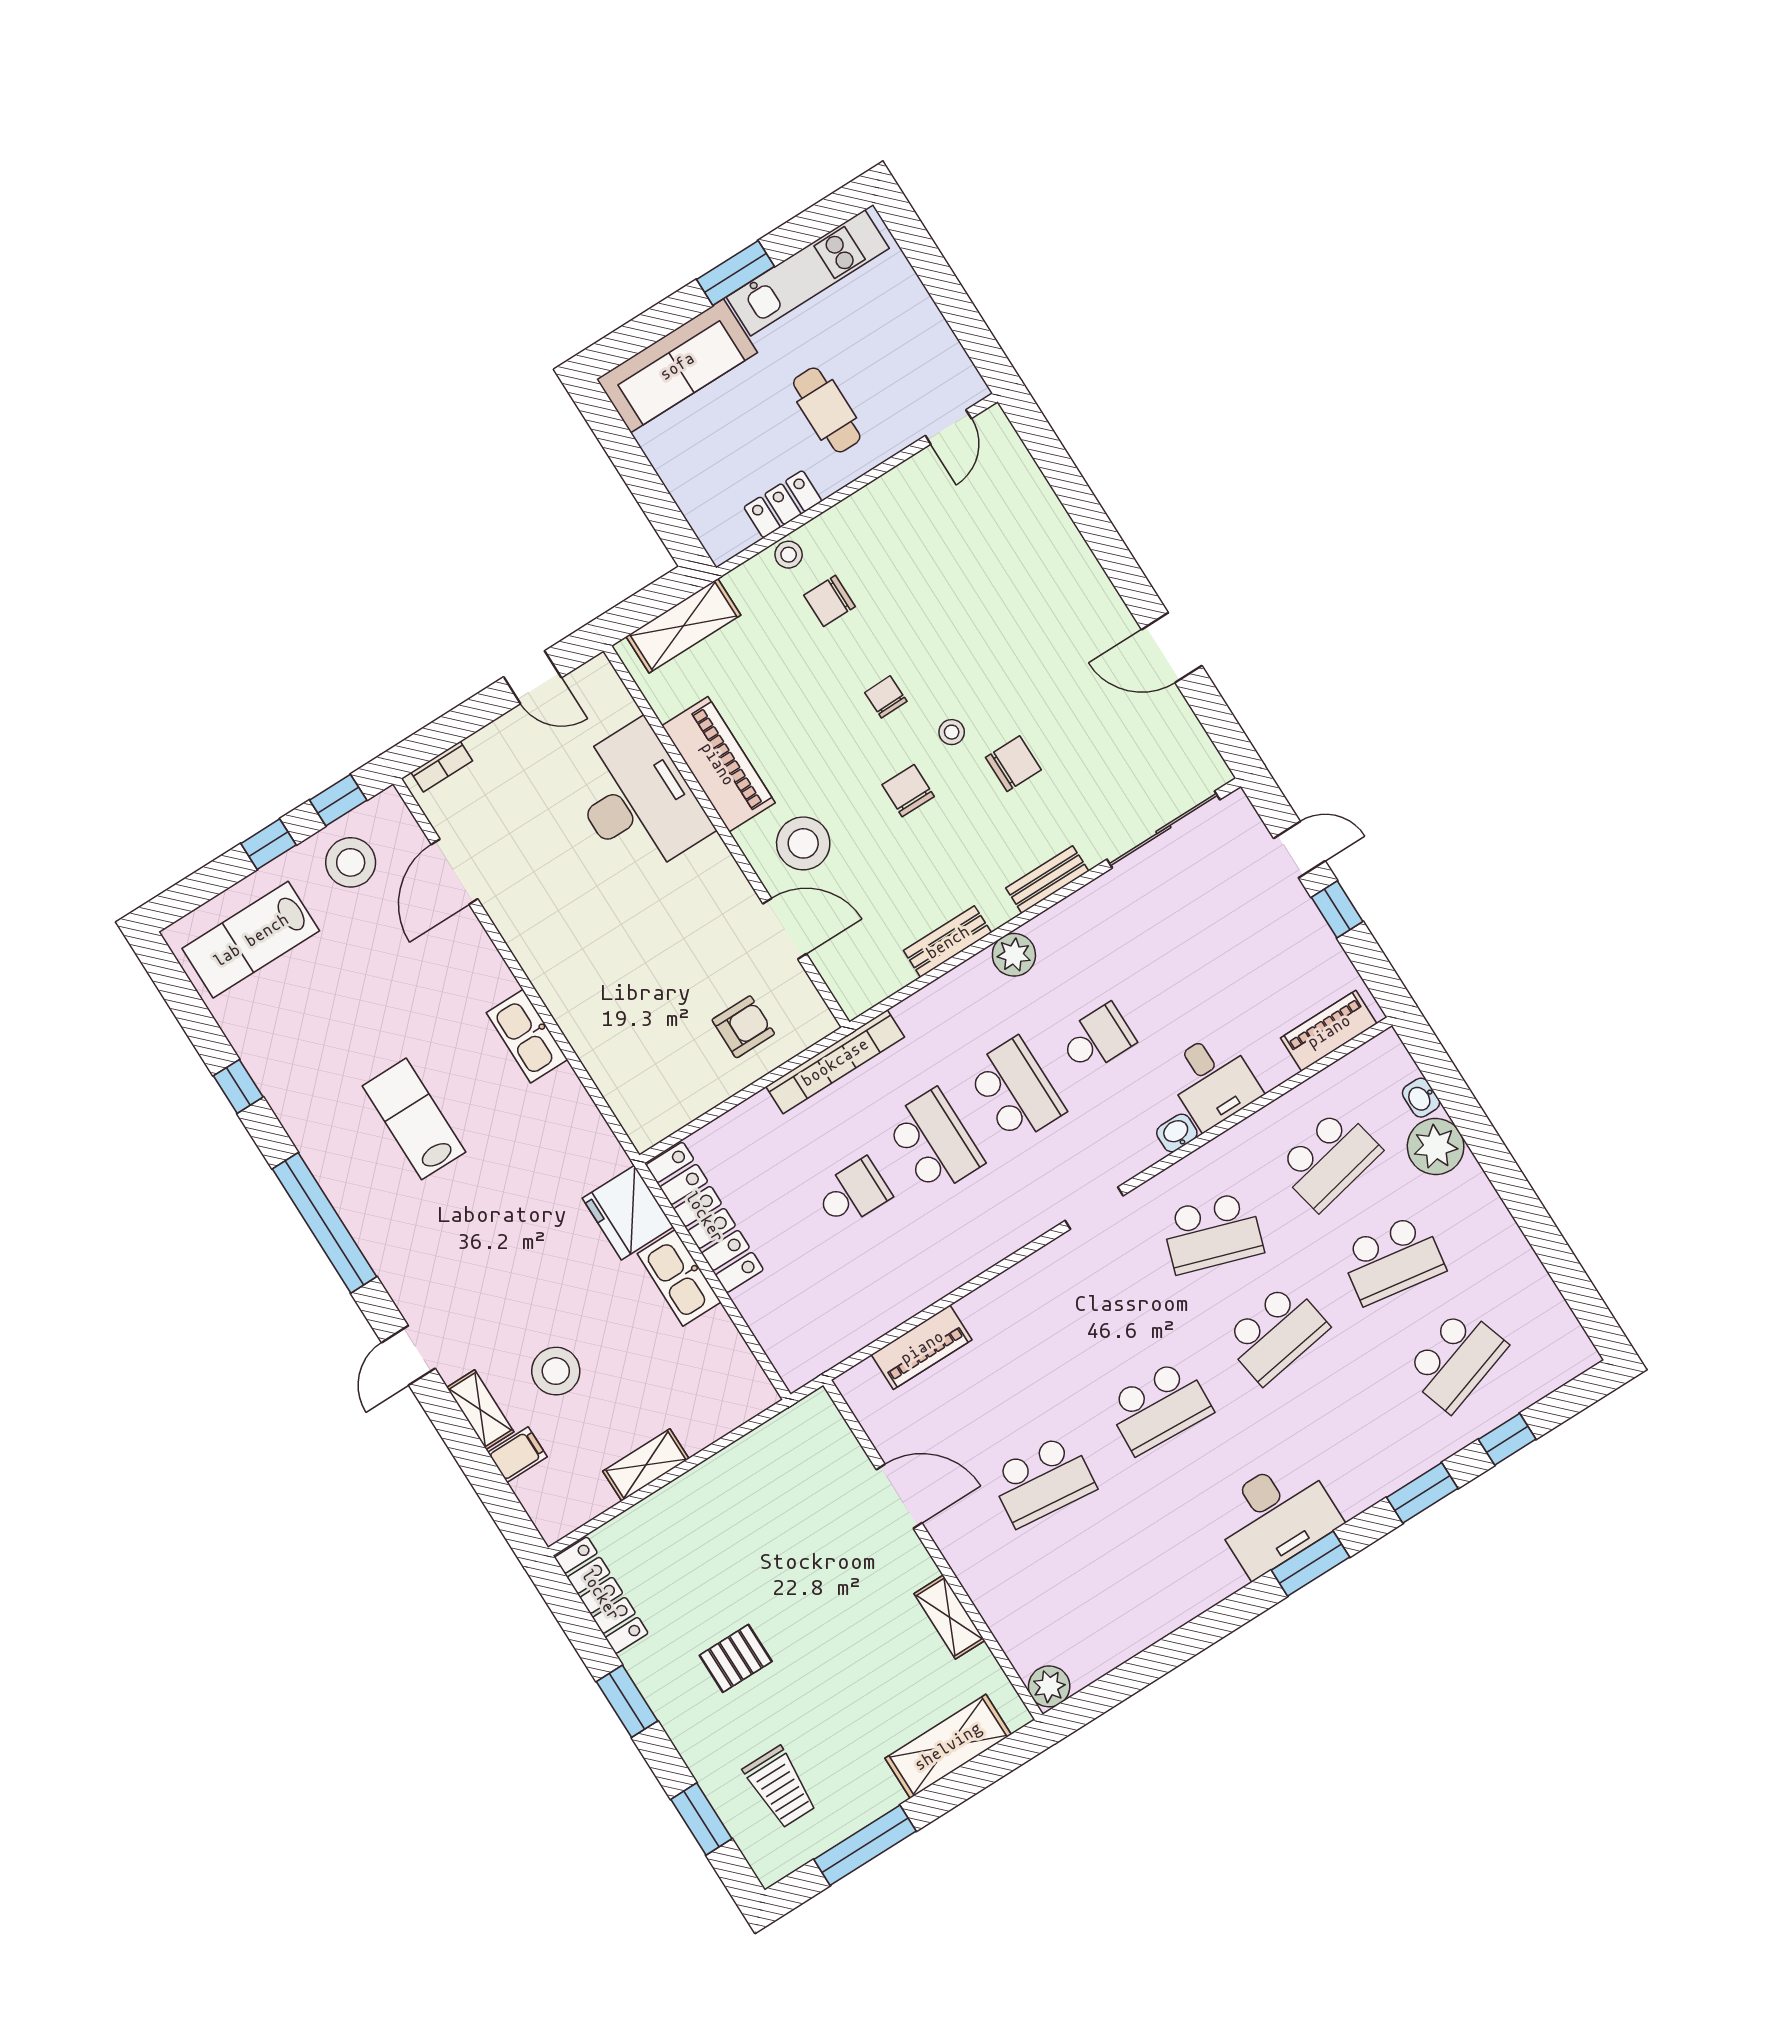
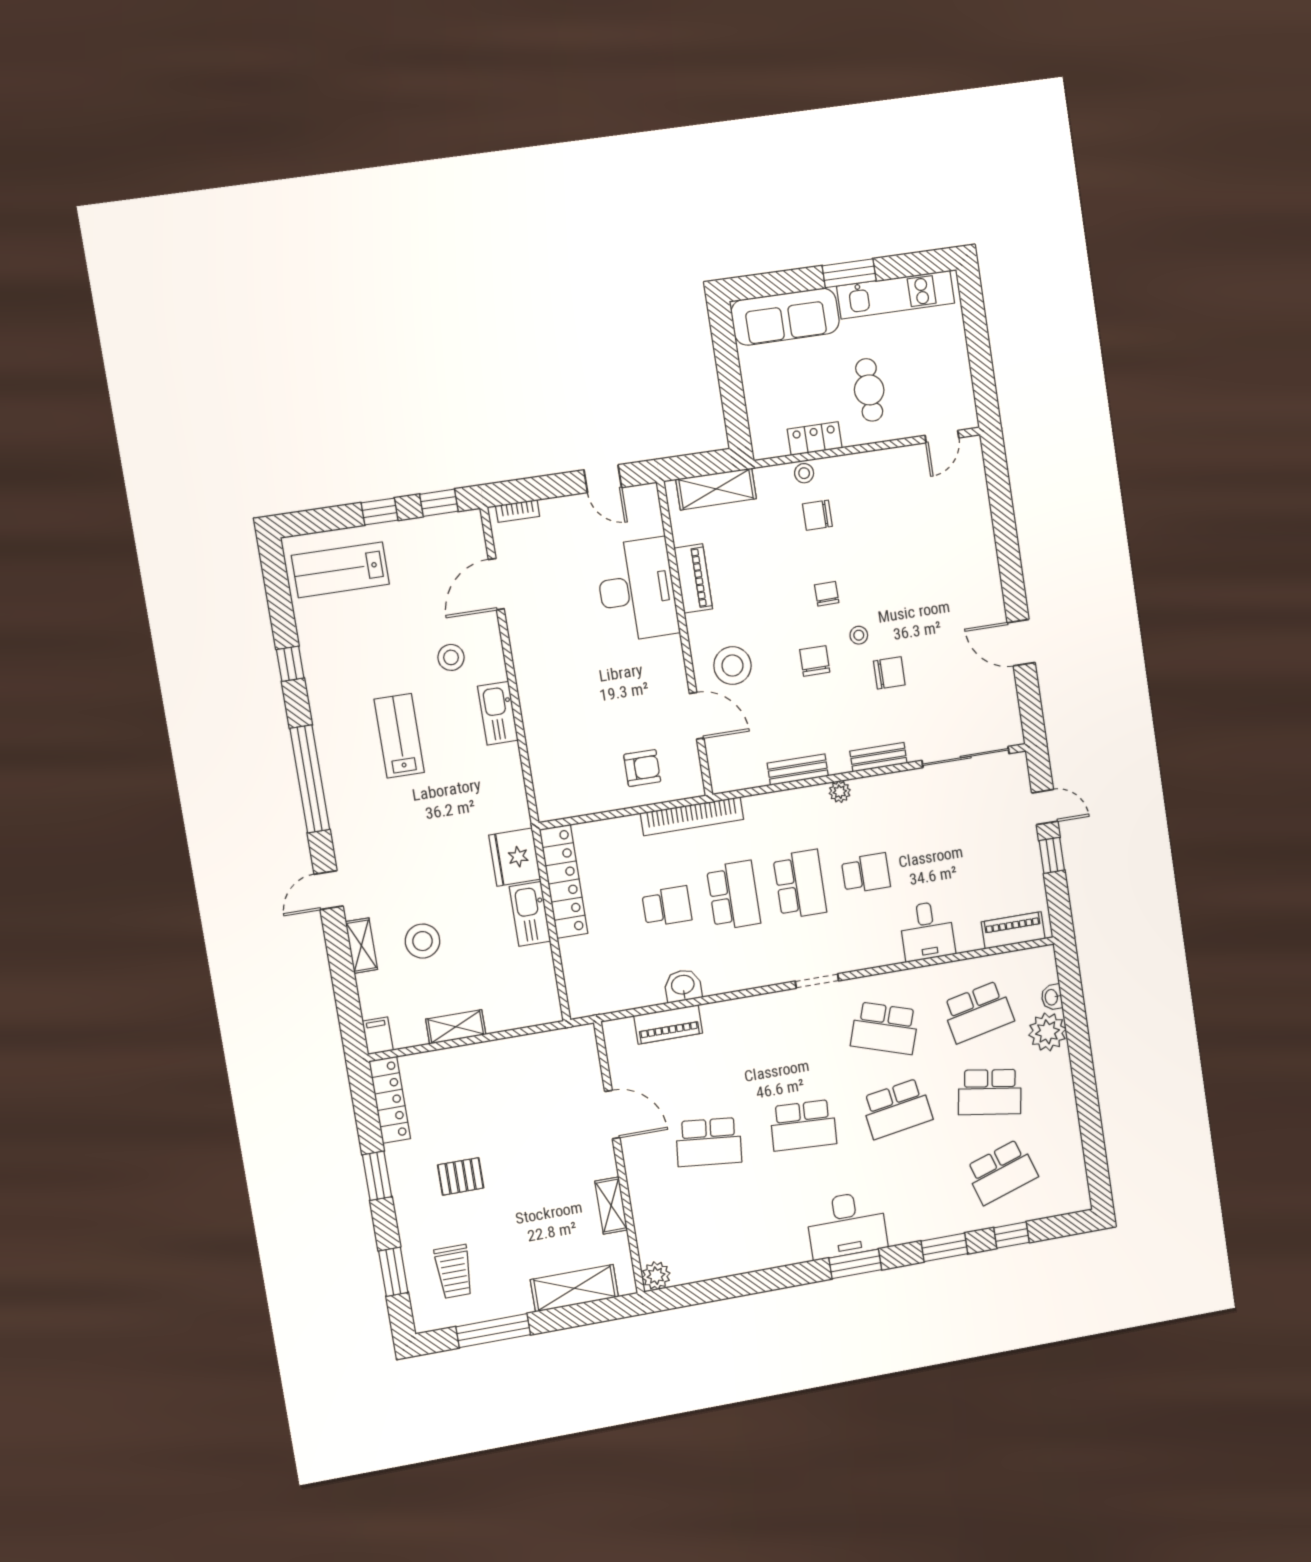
piano: (718, 764) -> (693, 578), width x0.73, depth x0.75
stool: (351, 862) -> (451, 657), moved, width x0.73, depth x0.73
plant: (1014, 955) -> (840, 792), width x0.73, depth x0.73
washbasin: (1177, 1133) -> (683, 986), moved, width x1.38, depth x1.45
filing cabinet: (517, 1455) -> (378, 1036), moved, turned -90

